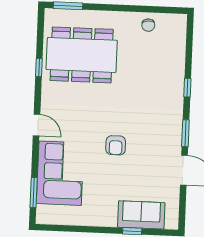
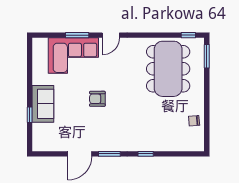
window: (39, 68) -> (188, 35), moved
window: (34, 193) -> (77, 35), moved
sofa: (141, 215) -> (43, 104), moved

